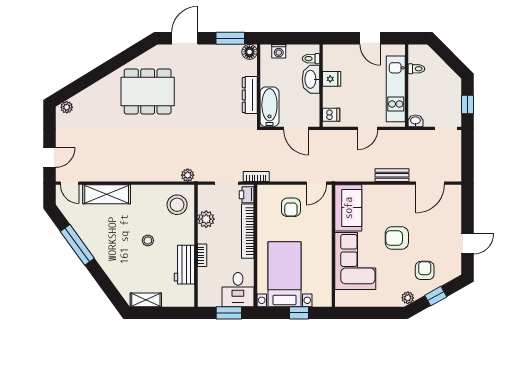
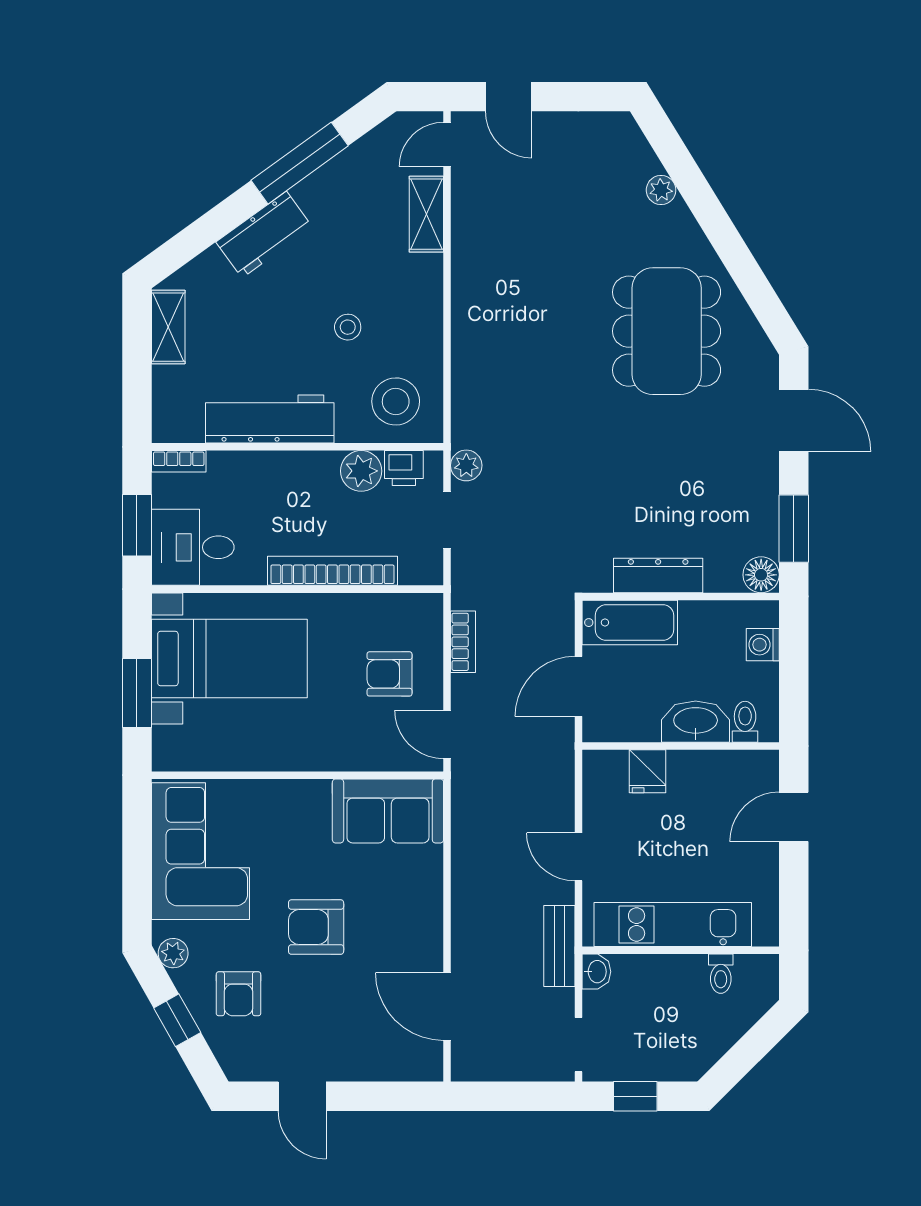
door: (370, 38) -> (794, 817), moved
fridge: (332, 79) -> (648, 771), moved
plant: (67, 107) -> (661, 190), moved
dishwasher: (331, 115) -> (611, 770), removed
plant: (188, 175) -> (466, 465), moved
bench: (392, 175) -> (559, 946), moved
bookcase: (256, 177) -> (463, 642), moved
shelving: (107, 194) -> (426, 214), width x0.67, depth x0.75
printer: (247, 195) -> (404, 468), moved, turned 180
armchair: (397, 238) -> (316, 927), turned -90
stool: (148, 240) -> (348, 327), moved
bookcase: (202, 255) -> (179, 461), moved
workbench: (107, 260) -> (264, 235), added
corner sofa: (355, 261) -> (200, 851), moved, turned -90
workbench: (184, 265) -> (270, 419), width x1.38
armchair: (425, 270) -> (238, 994), turned 90
window: (299, 313) -> (137, 693), width x1.50

